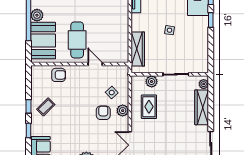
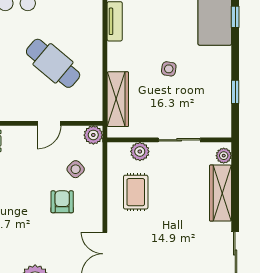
window: (211, 20) -> (235, 92), moved
cafe table: (77, 40) -> (53, 63), moved, turned -50
door: (95, 64) -> (49, 123), swing flipped
plant: (123, 111) -> (93, 135), moved

